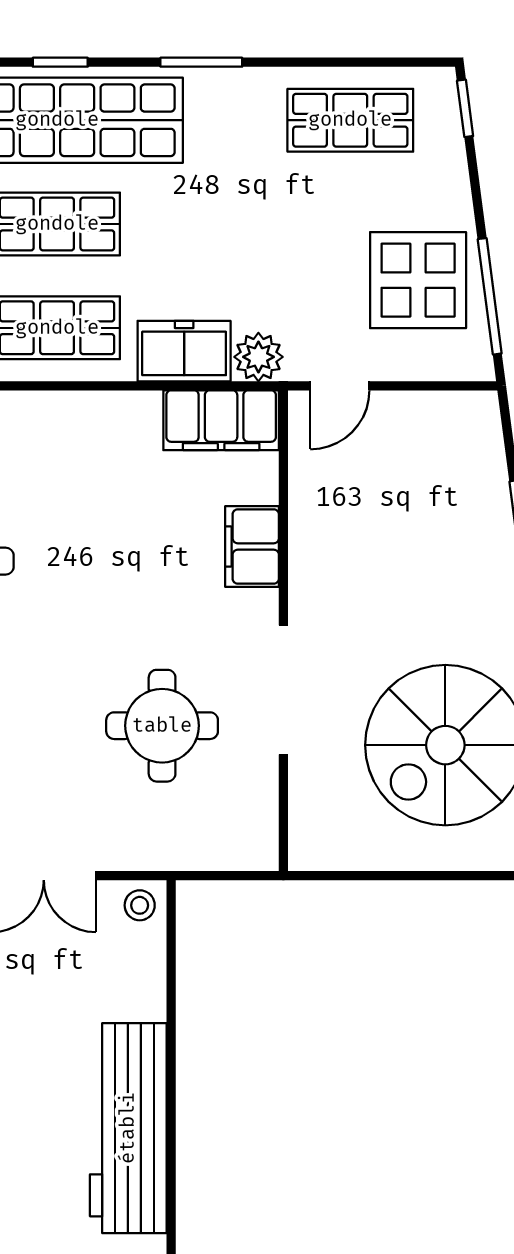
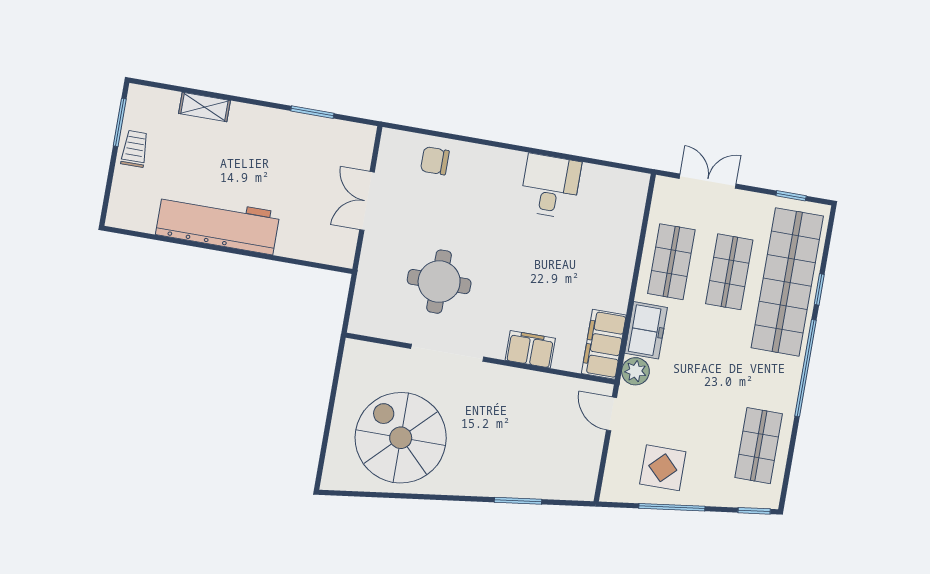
window: (201, 62) -> (805, 368), width x2.11
display table: (418, 280) -> (663, 468), width x0.73, depth x0.73
window: (490, 296) -> (672, 507), moved
stool: (140, 905) -> (341, 252), removed

